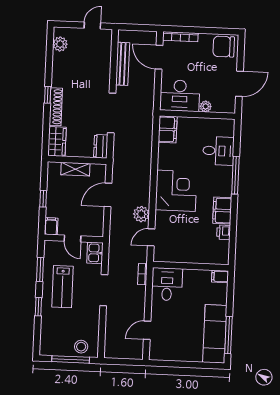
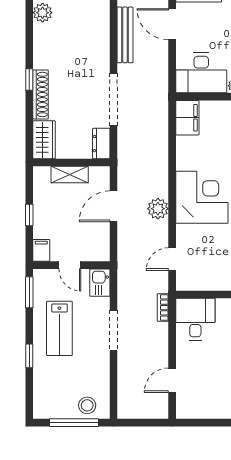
plant: (141, 214) -> (158, 209), moved
window: (40, 269) -> (29, 292), moved

